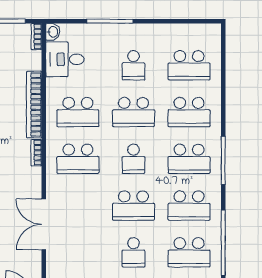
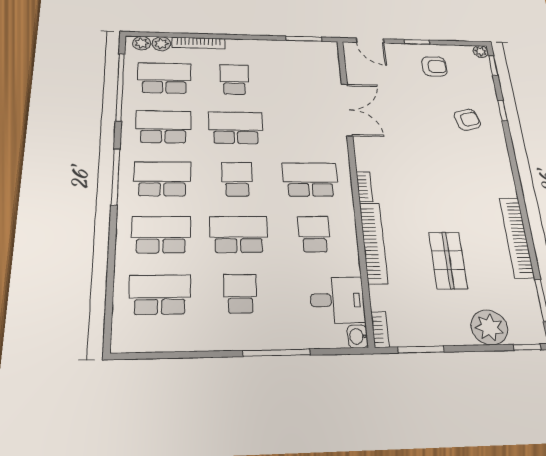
school desk: (78, 112) -> (314, 234), width x0.54

